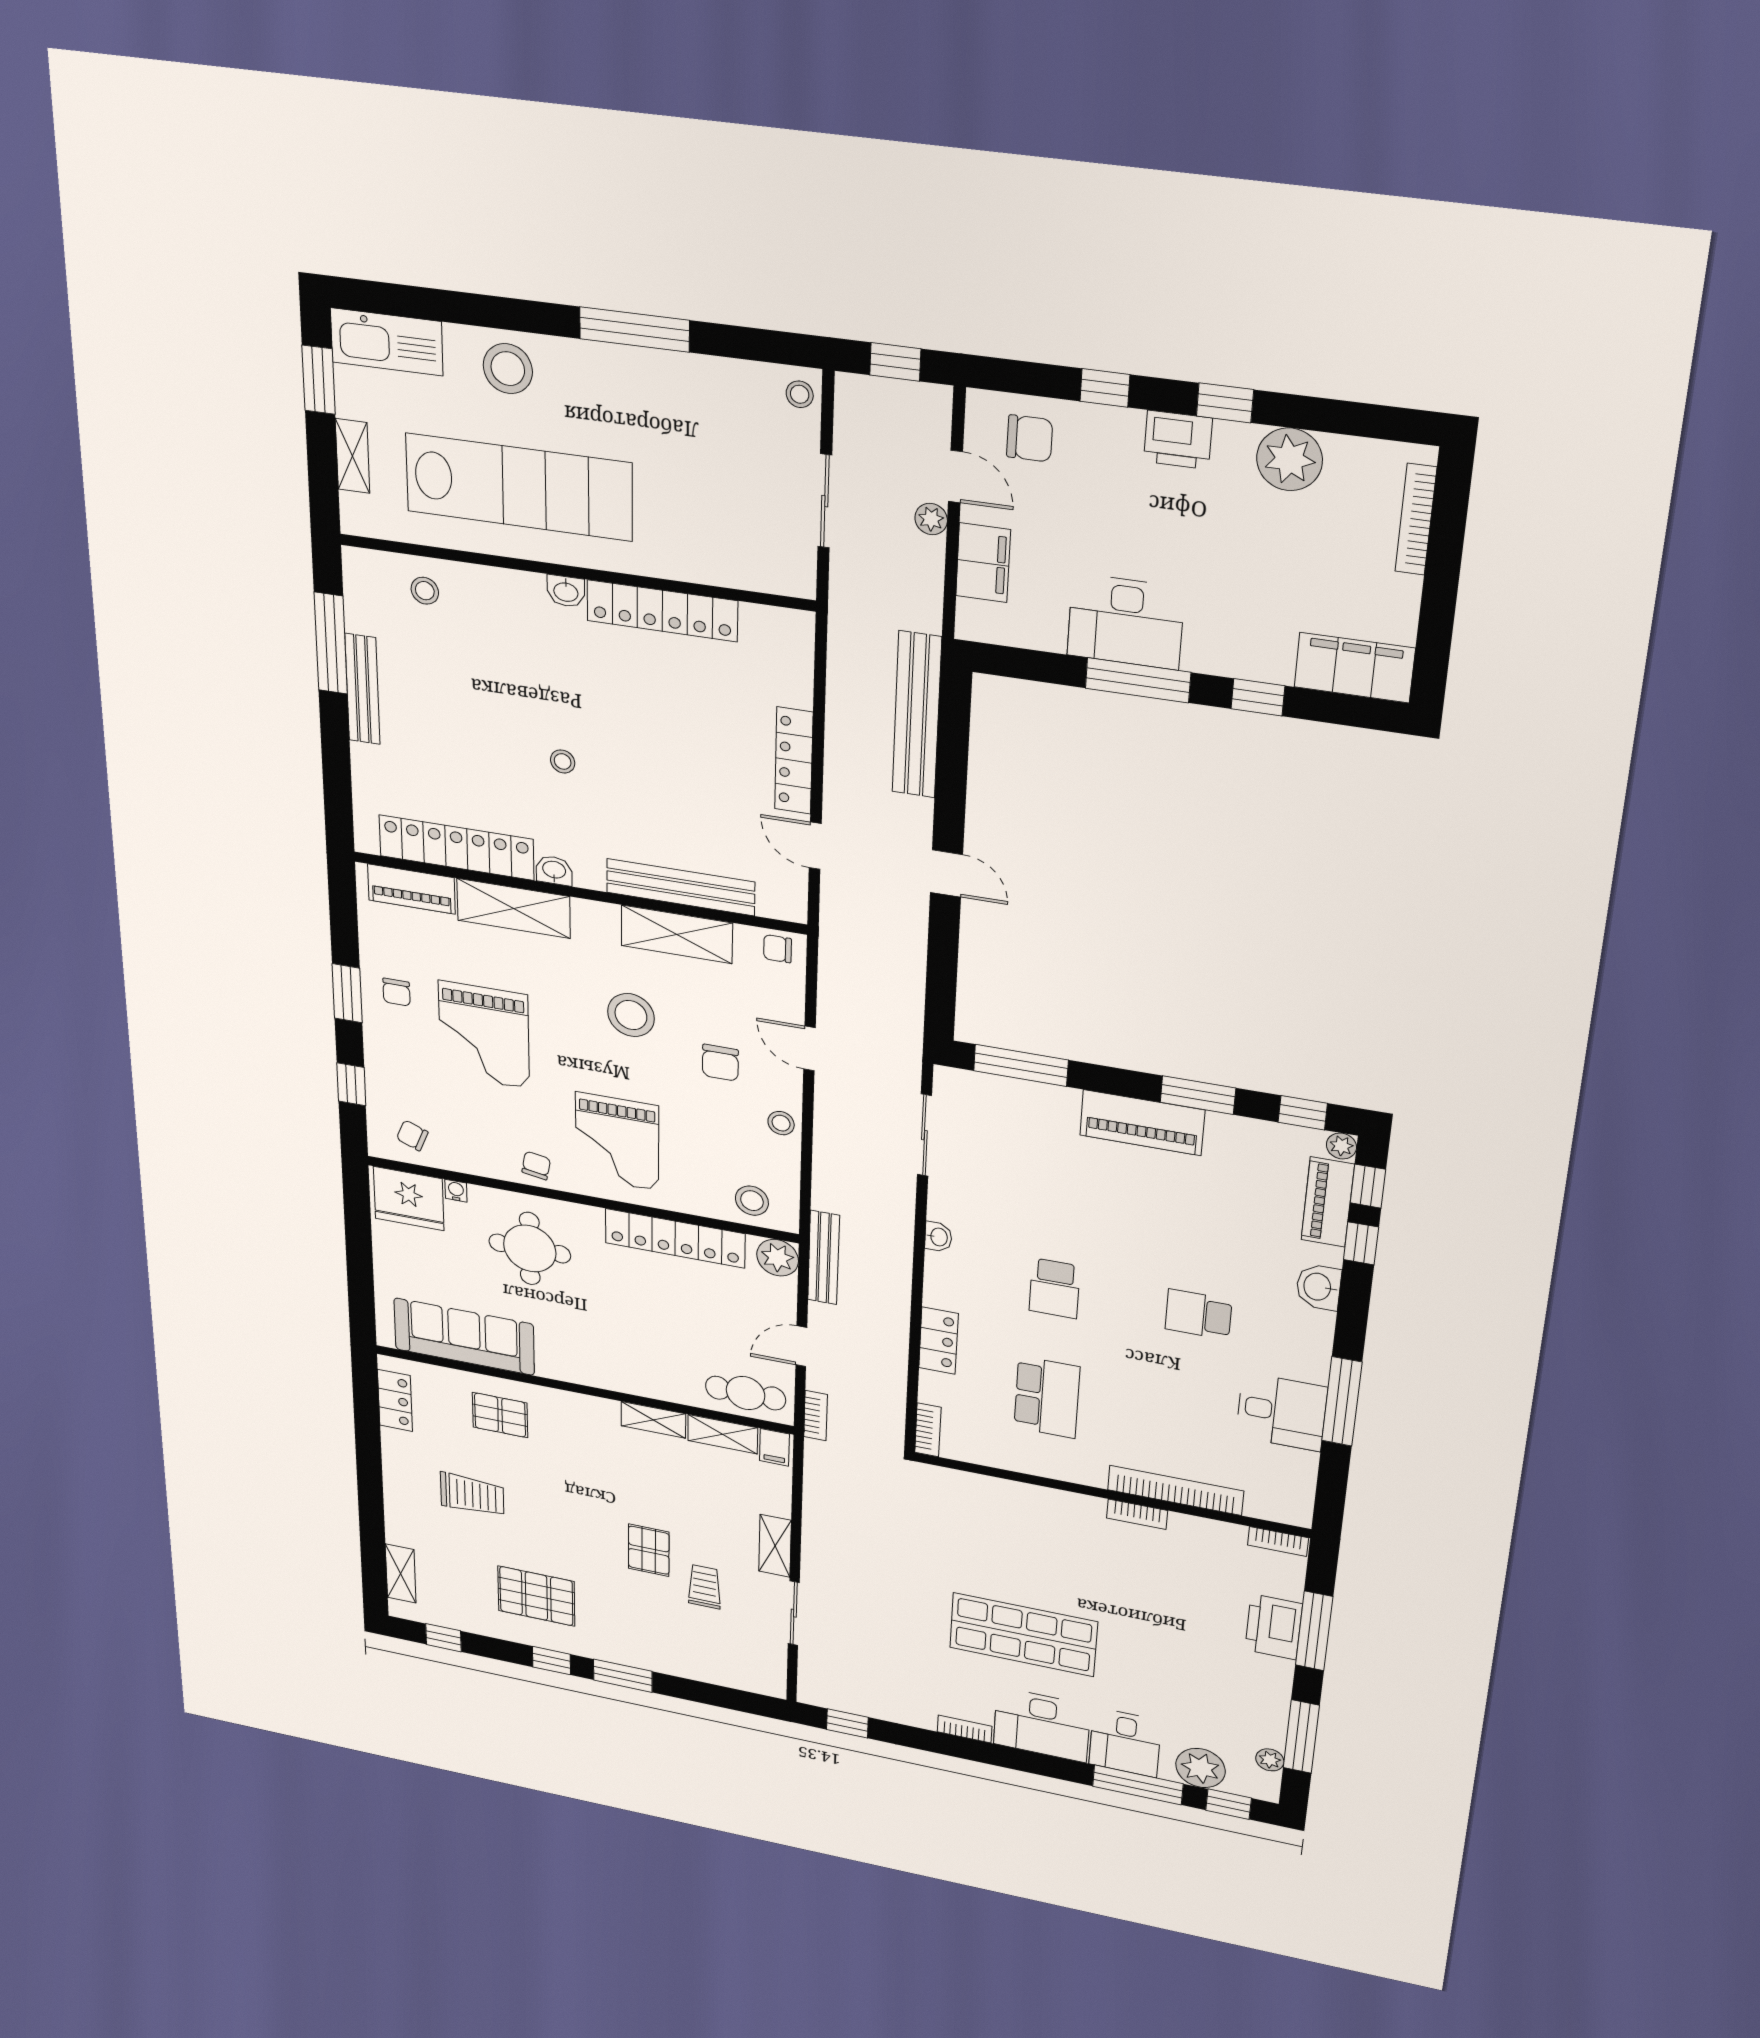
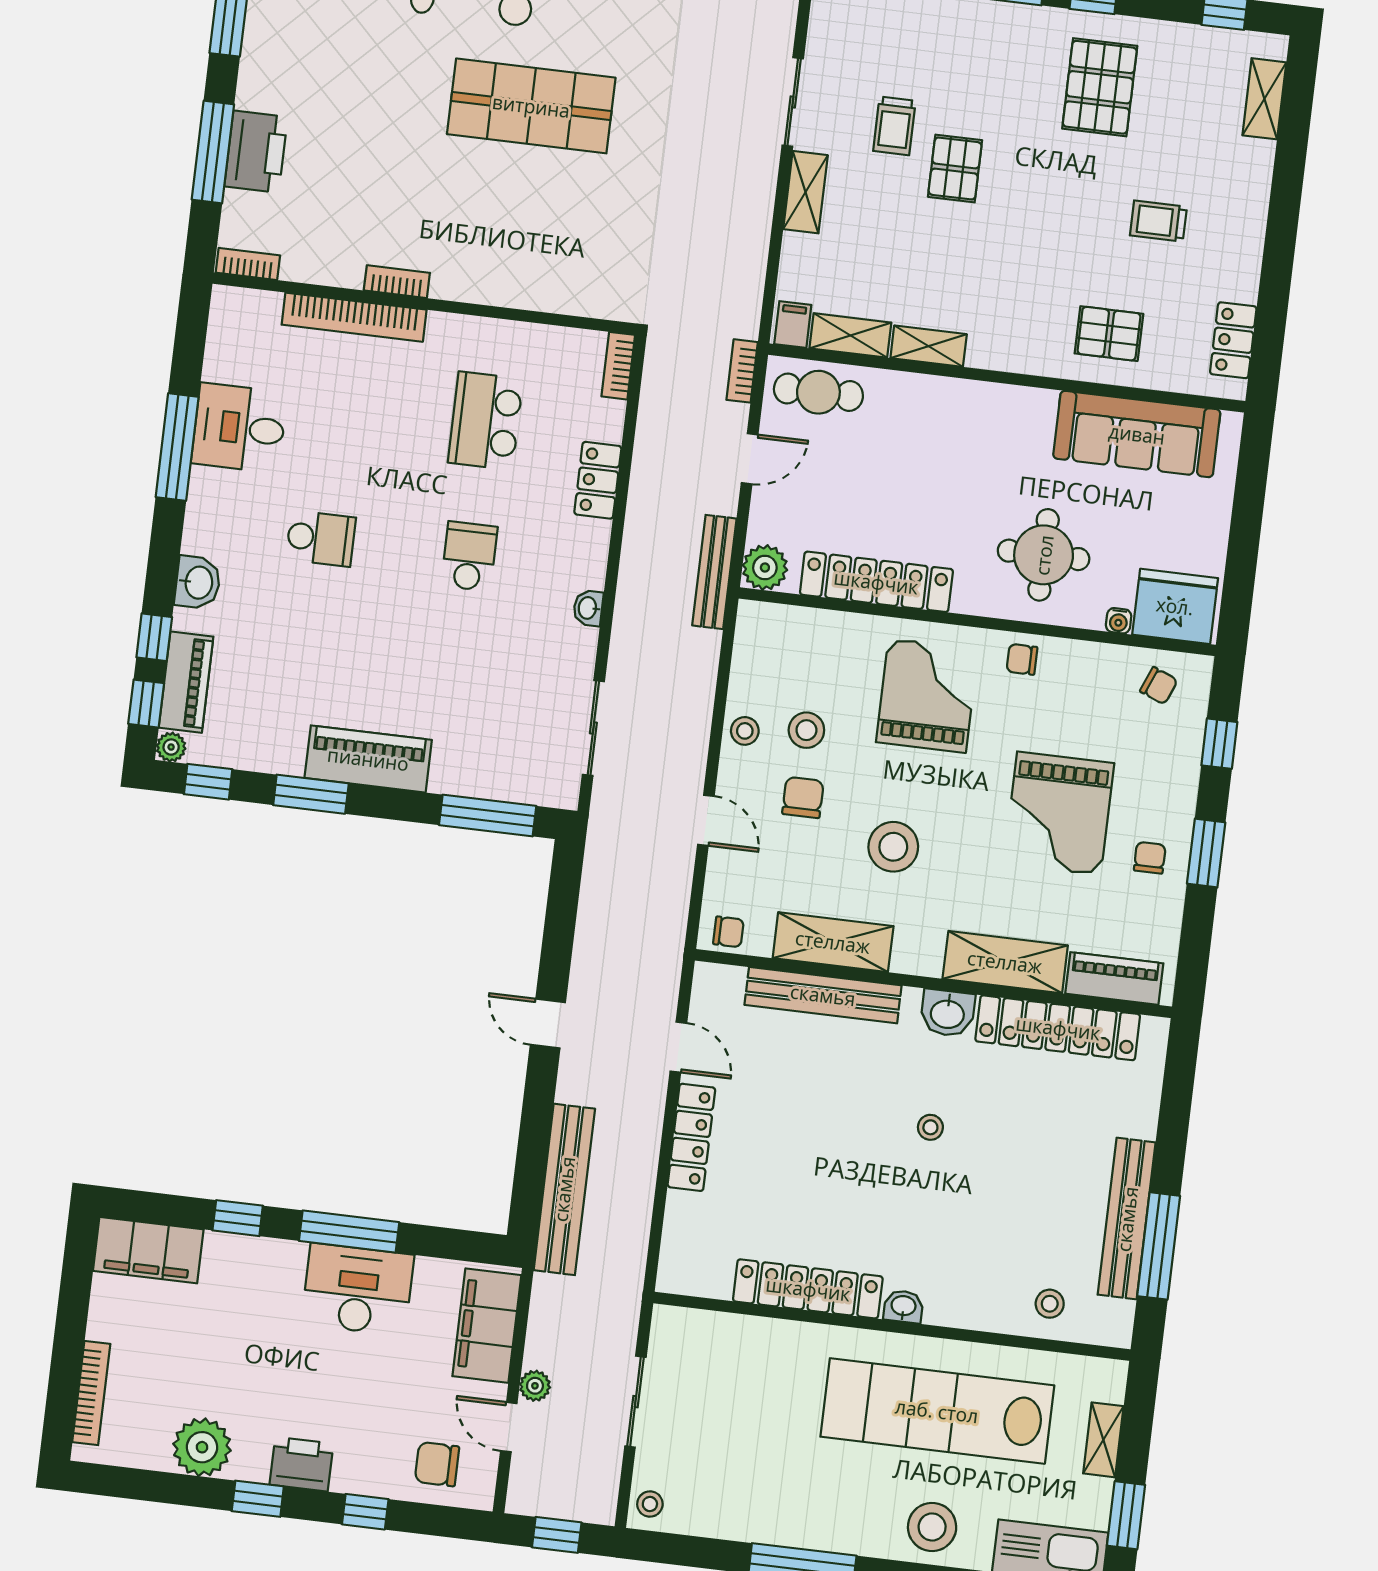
filing cabinet: (983, 563) -> (487, 1326), width x1.50, depth x1.17
bench: (362, 689) -> (1127, 1219), width x1.37, depth x1.21
washbasin: (554, 870) -> (947, 1013), width x1.38, depth x1.45
grand piano: (484, 1035) -> (1059, 813), turned 180
chair: (536, 1166) -> (1022, 659), turned 80
stool: (752, 1201) -> (806, 730), moved
trolley: (472, 1495) -> (1158, 221), width x0.73, depth x0.72
pallet: (536, 1596) -> (1100, 87), turned 90

